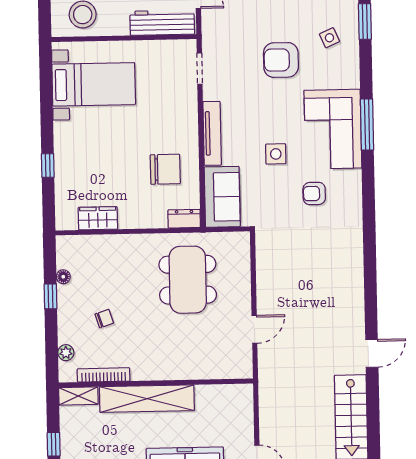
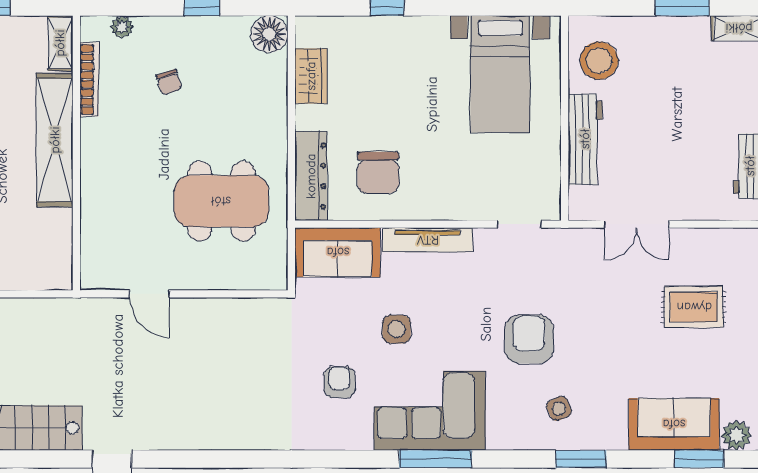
workbench: (162, 23) -> (585, 139), moved
dresser: (184, 219) -> (311, 176), width x1.96, depth x1.24
floor lamp: (63, 277) -> (269, 34), moved, width x1.89, depth x1.89

